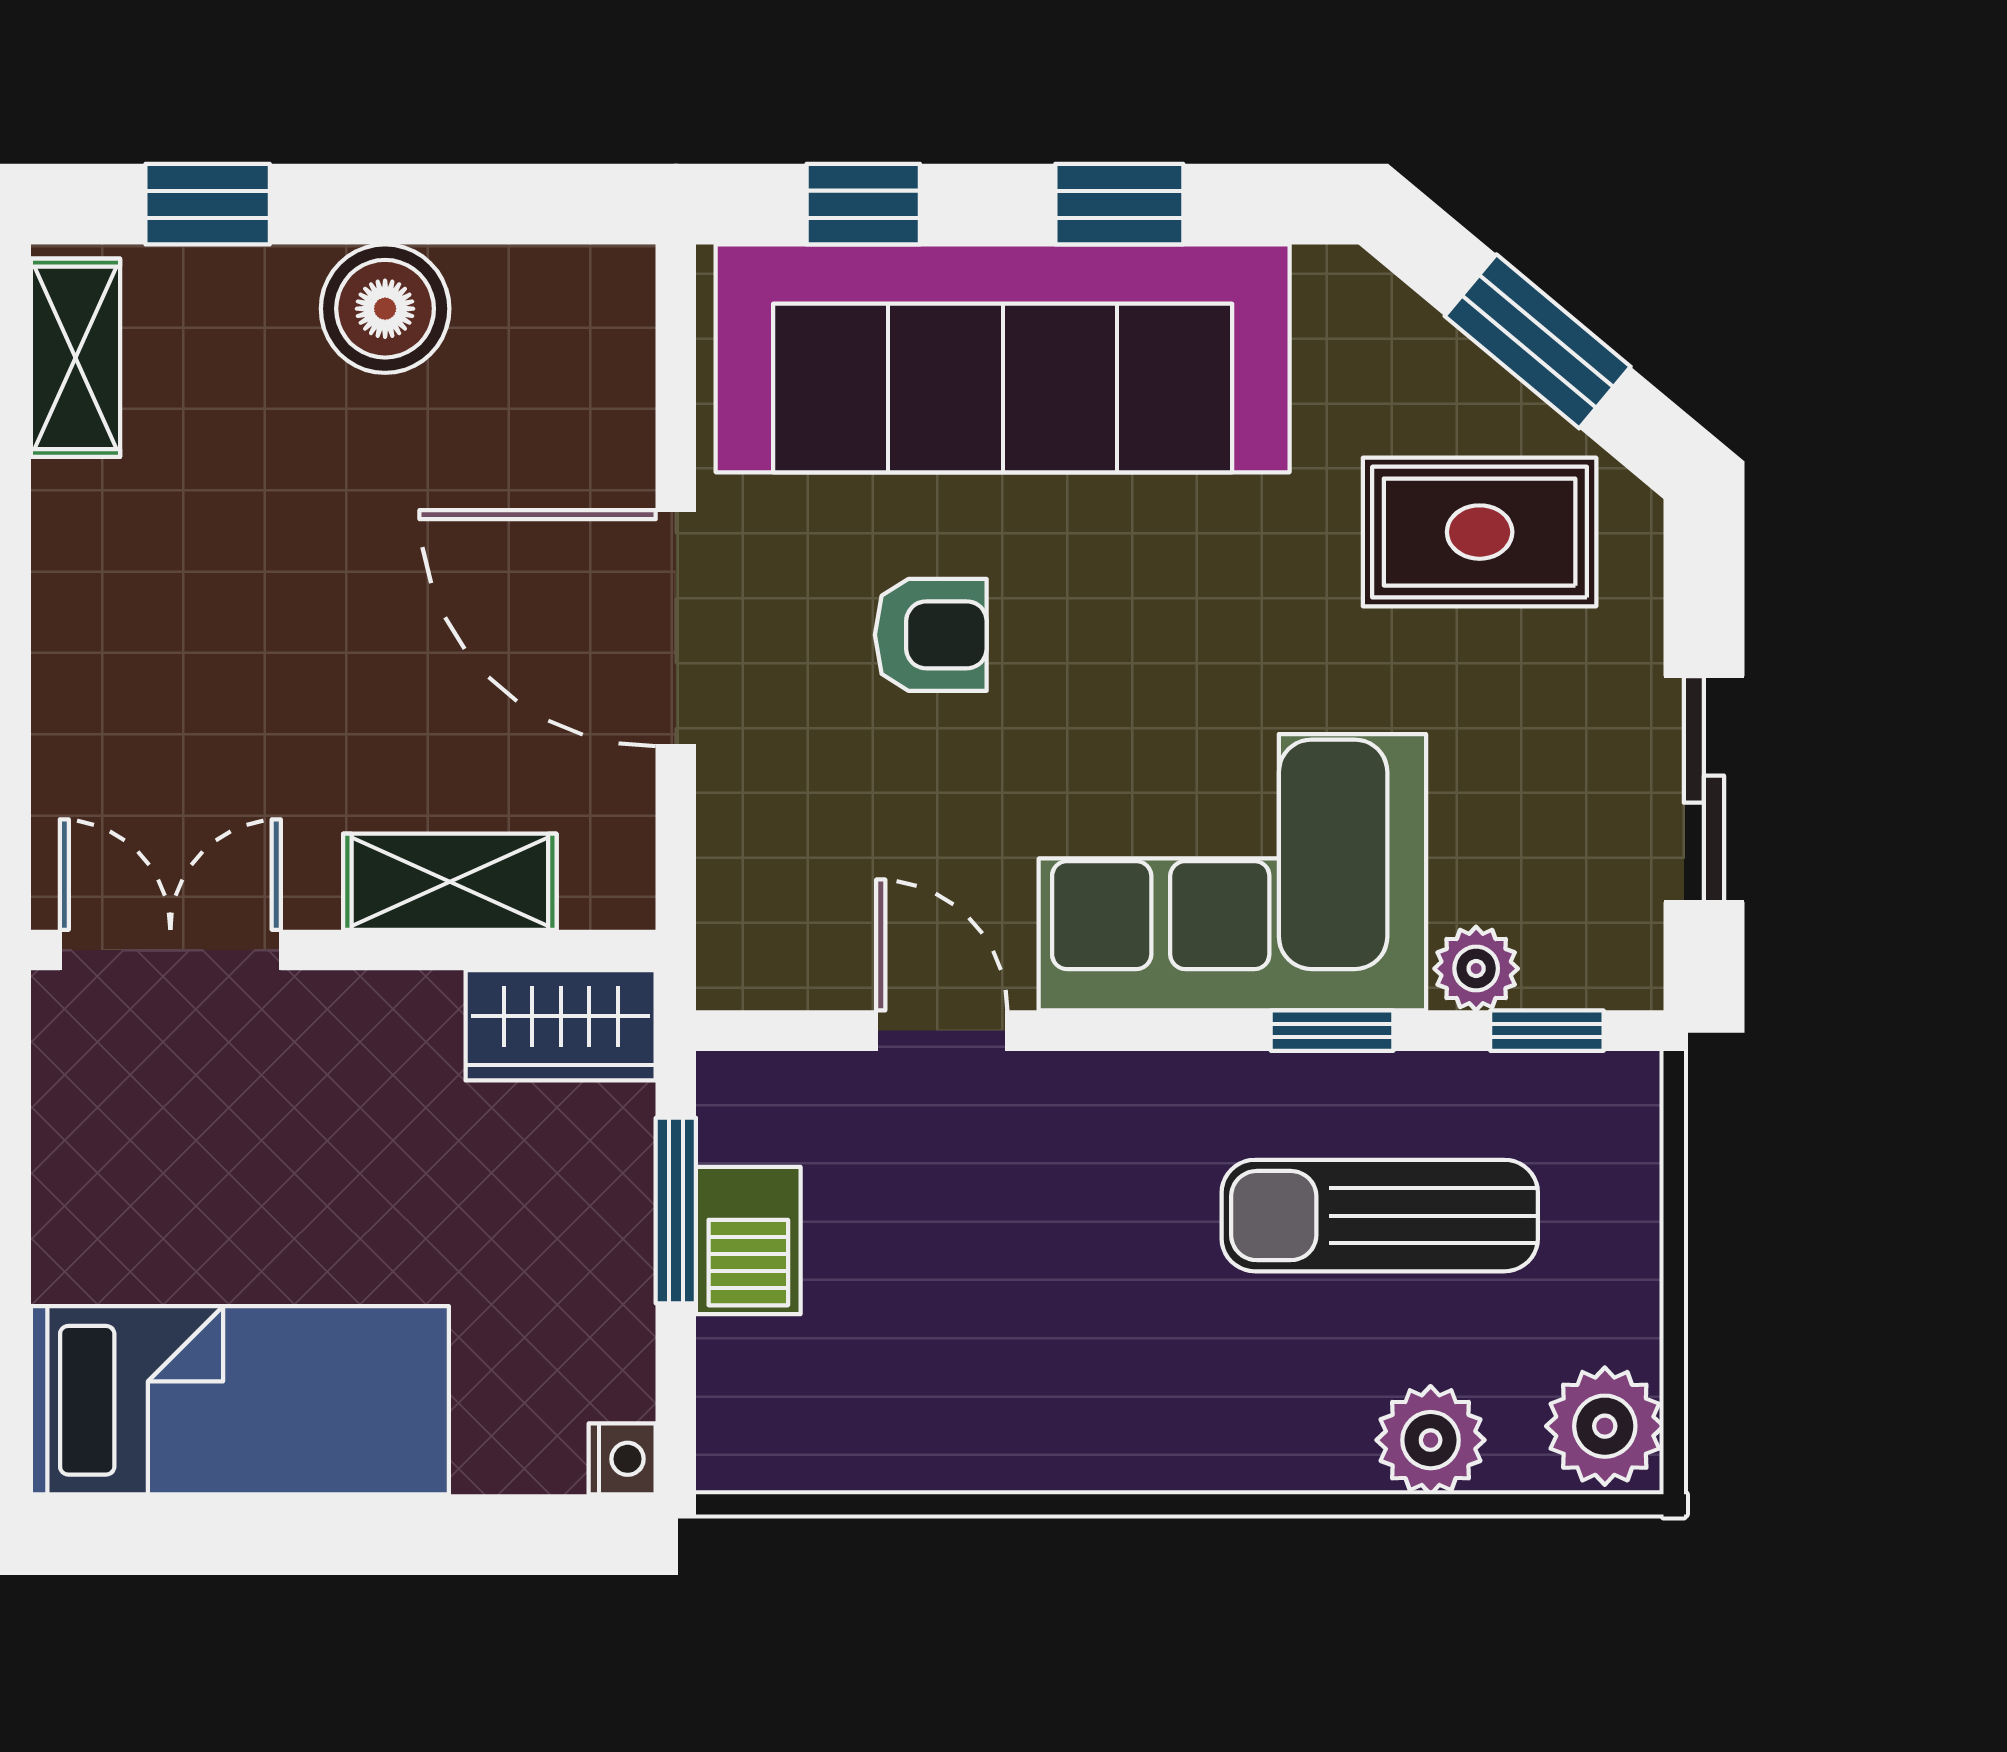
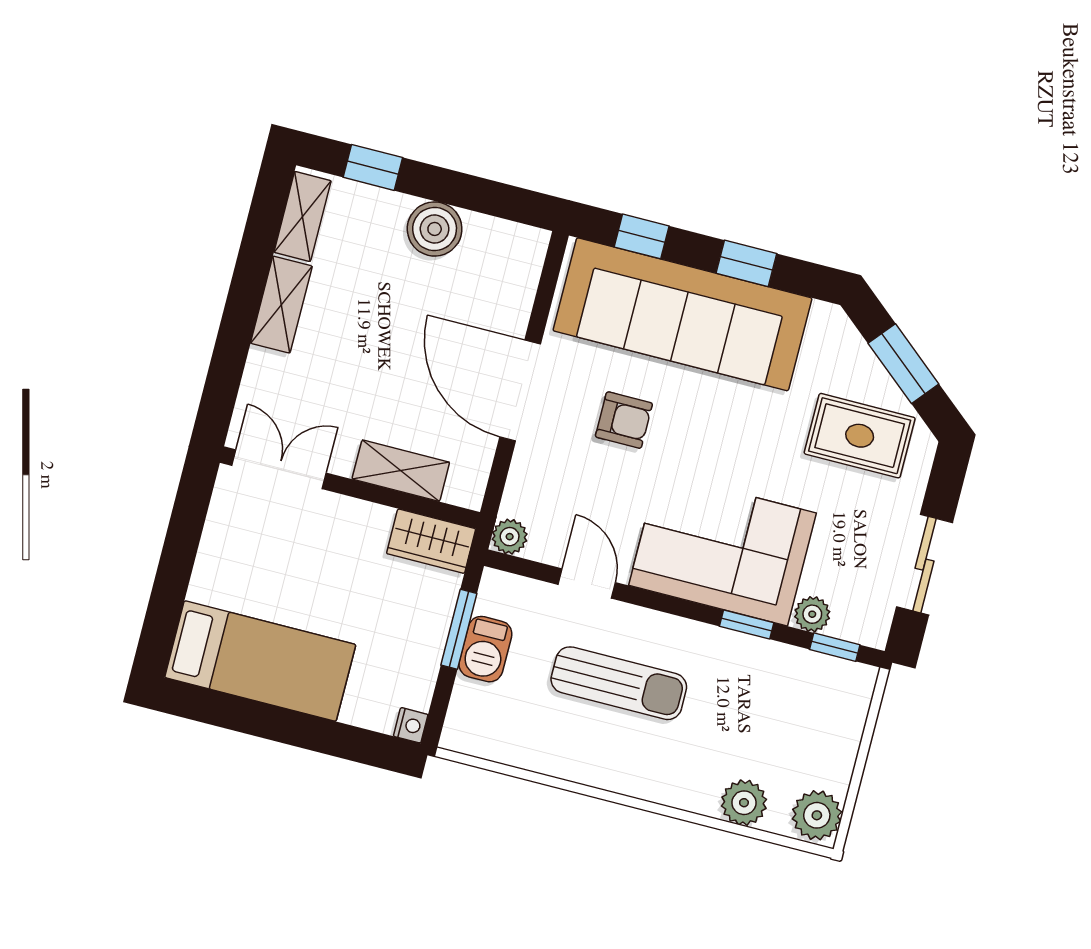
shelving: (79, 572) -> (281, 305), added
plant: (738, 969) -> (510, 537), added
sun lounger: (1380, 1216) -> (619, 683), moved, turned 180

